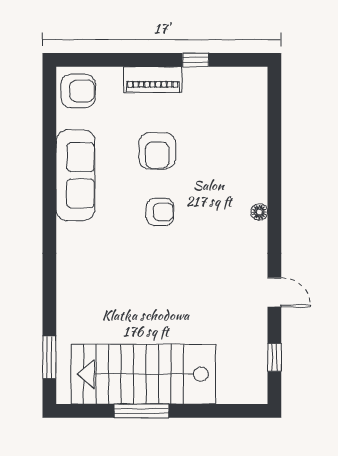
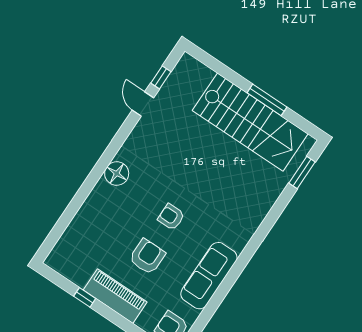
piano: (153, 79) -> (115, 296), width x1.37, depth x1.33
floor lamp: (259, 212) -> (117, 174), width x1.89, depth x1.89
door: (274, 292) -> (143, 104), moved

